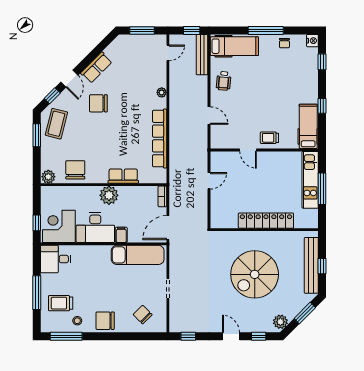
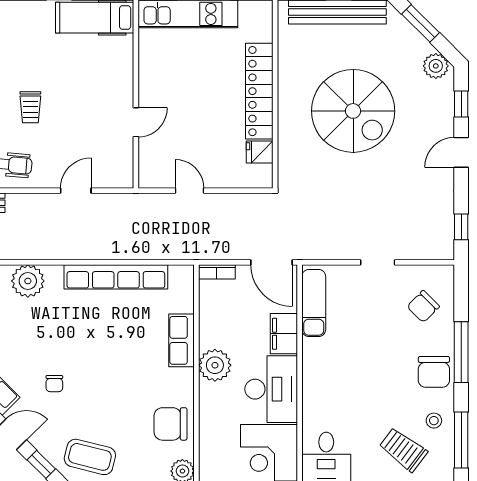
plant: (162, 92) -> (28, 281), width x1.88, depth x1.88
chair: (98, 103) -> (54, 384), width x0.54, depth x0.54
trolley: (269, 138) -> (30, 107), moved
fridge: (231, 221) -> (260, 152), added
filing cabinet: (121, 235) -> (284, 334), width x2.00
exam couch: (138, 255) -> (314, 303), width x0.73, depth x0.69
trolley: (61, 303) -> (403, 450), turned 127
window: (116, 336) -> (461, 352), added

